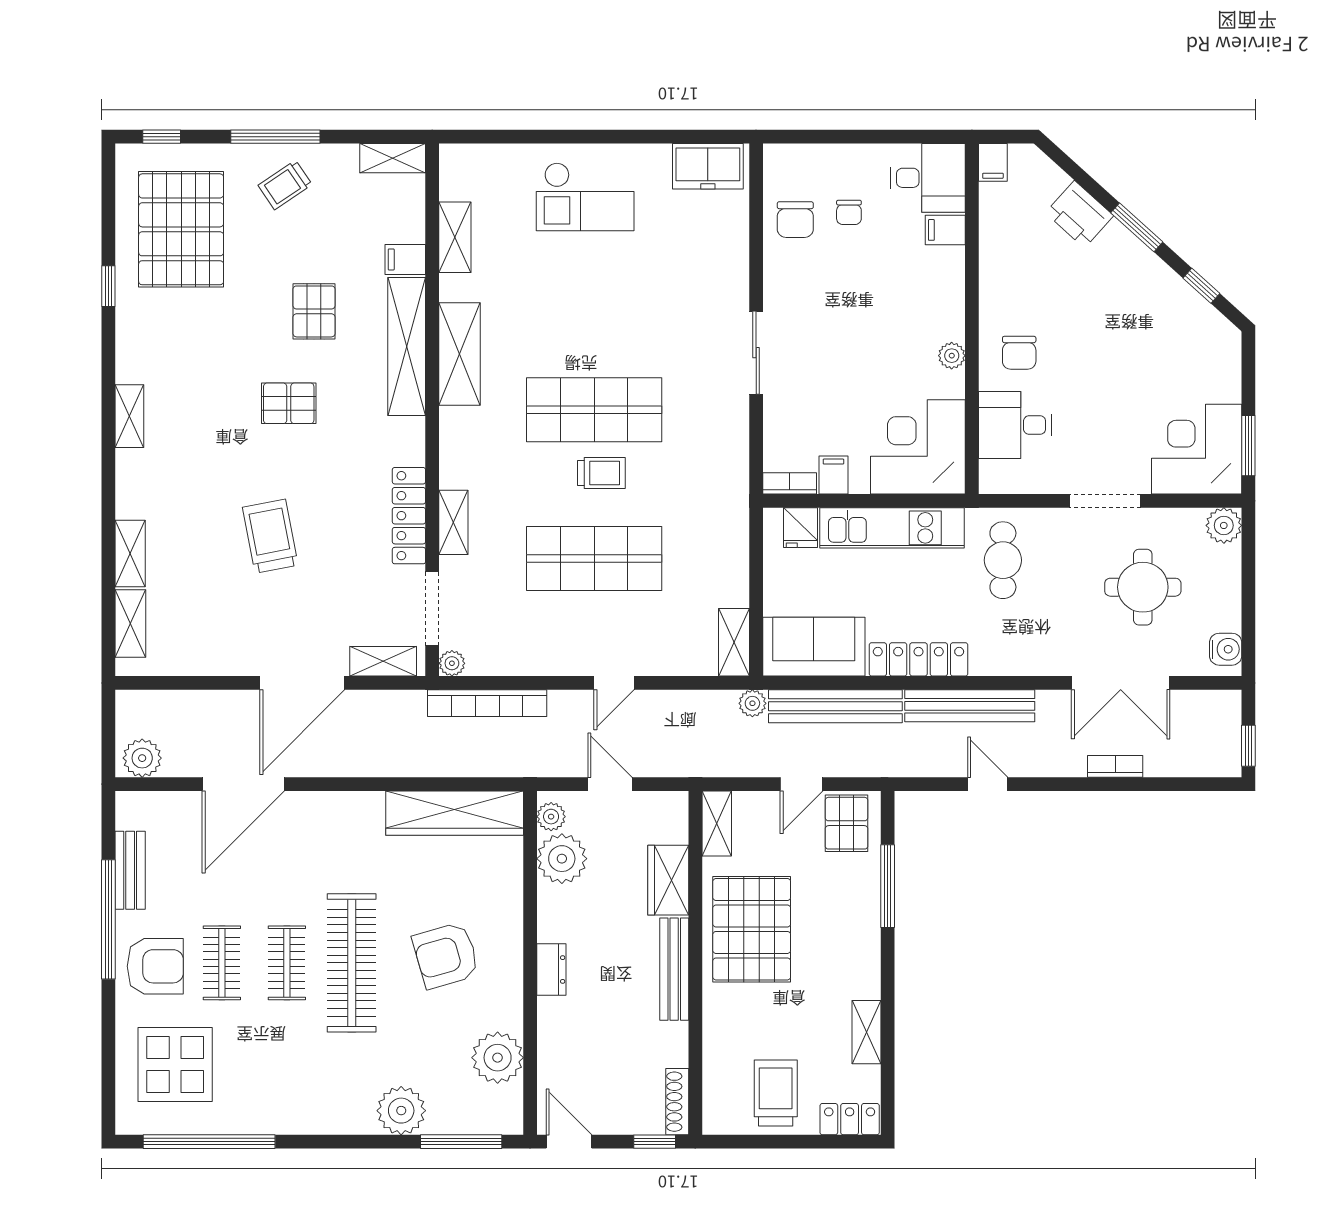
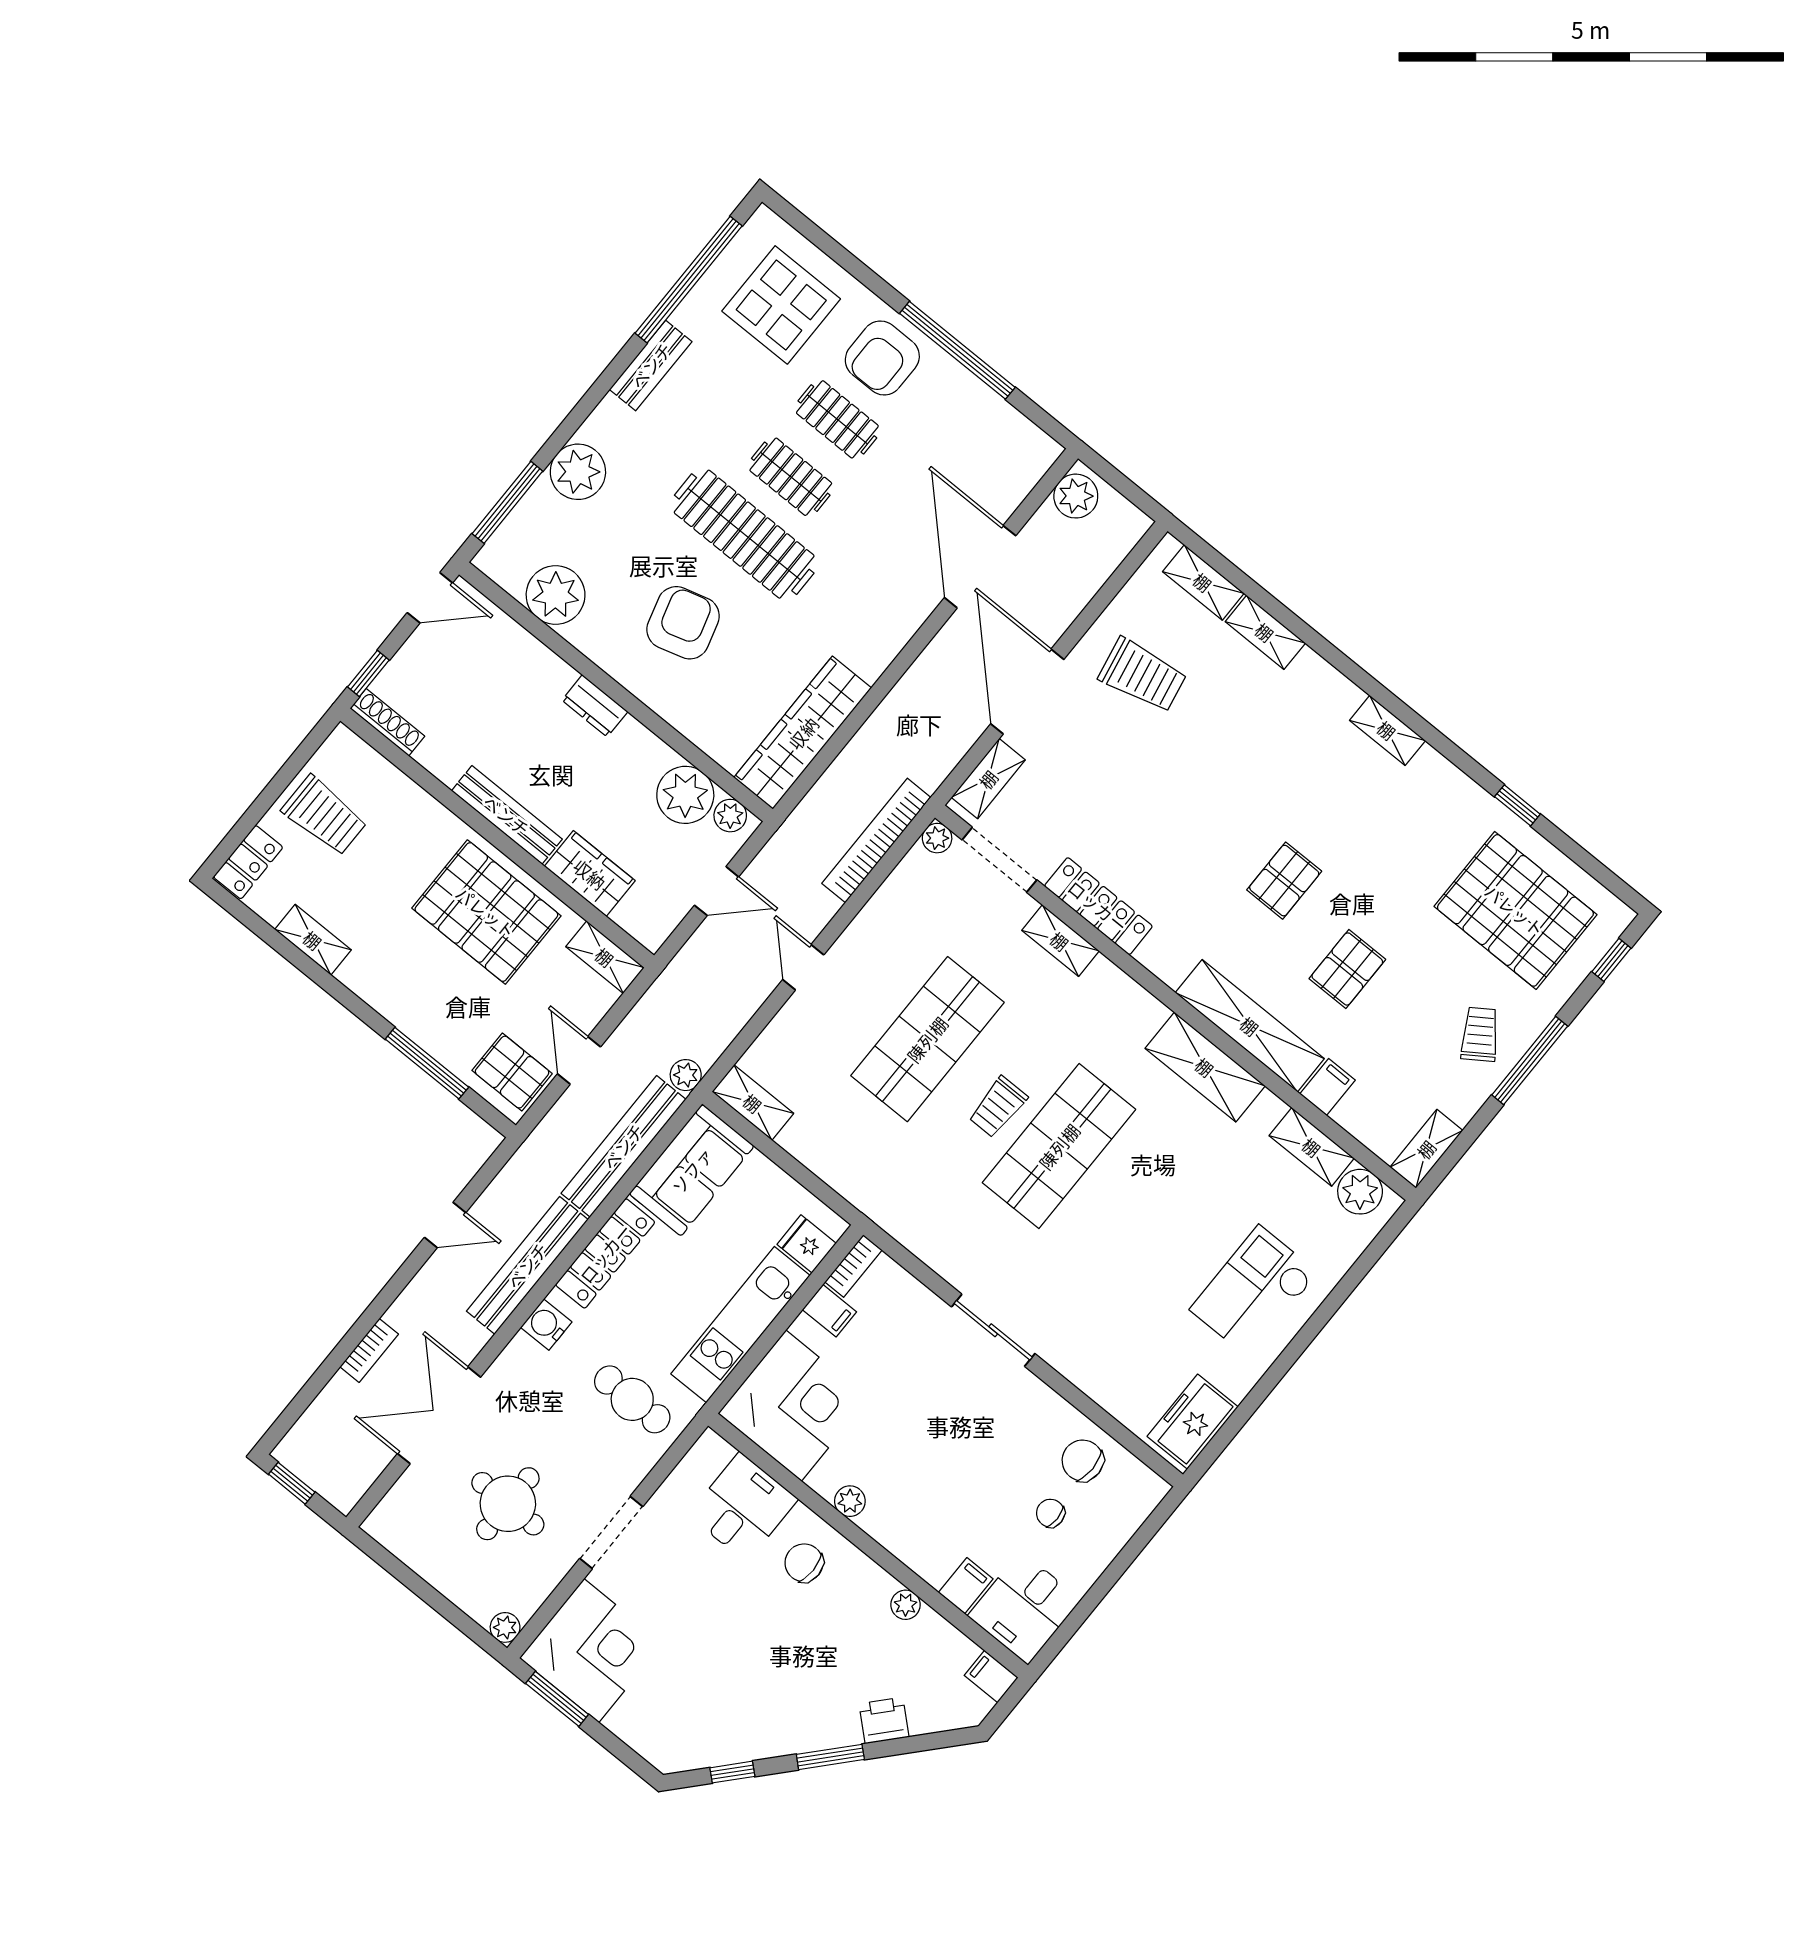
plant: (459, 179) -> (1360, 1192), added
printer: (1079, 214) -> (884, 1720), width x0.73, depth x0.81
plant: (991, 260) -> (906, 1605), added
pallet: (314, 311) -> (1347, 969), turned 90
plant: (1224, 525) -> (505, 1627), width x0.73, depth x0.73
trolley: (270, 536) -> (1143, 675), moved
water cooler: (1226, 649) -> (546, 1325), moved, turned 90
bench: (130, 870) -> (651, 365), moved, turned 90

